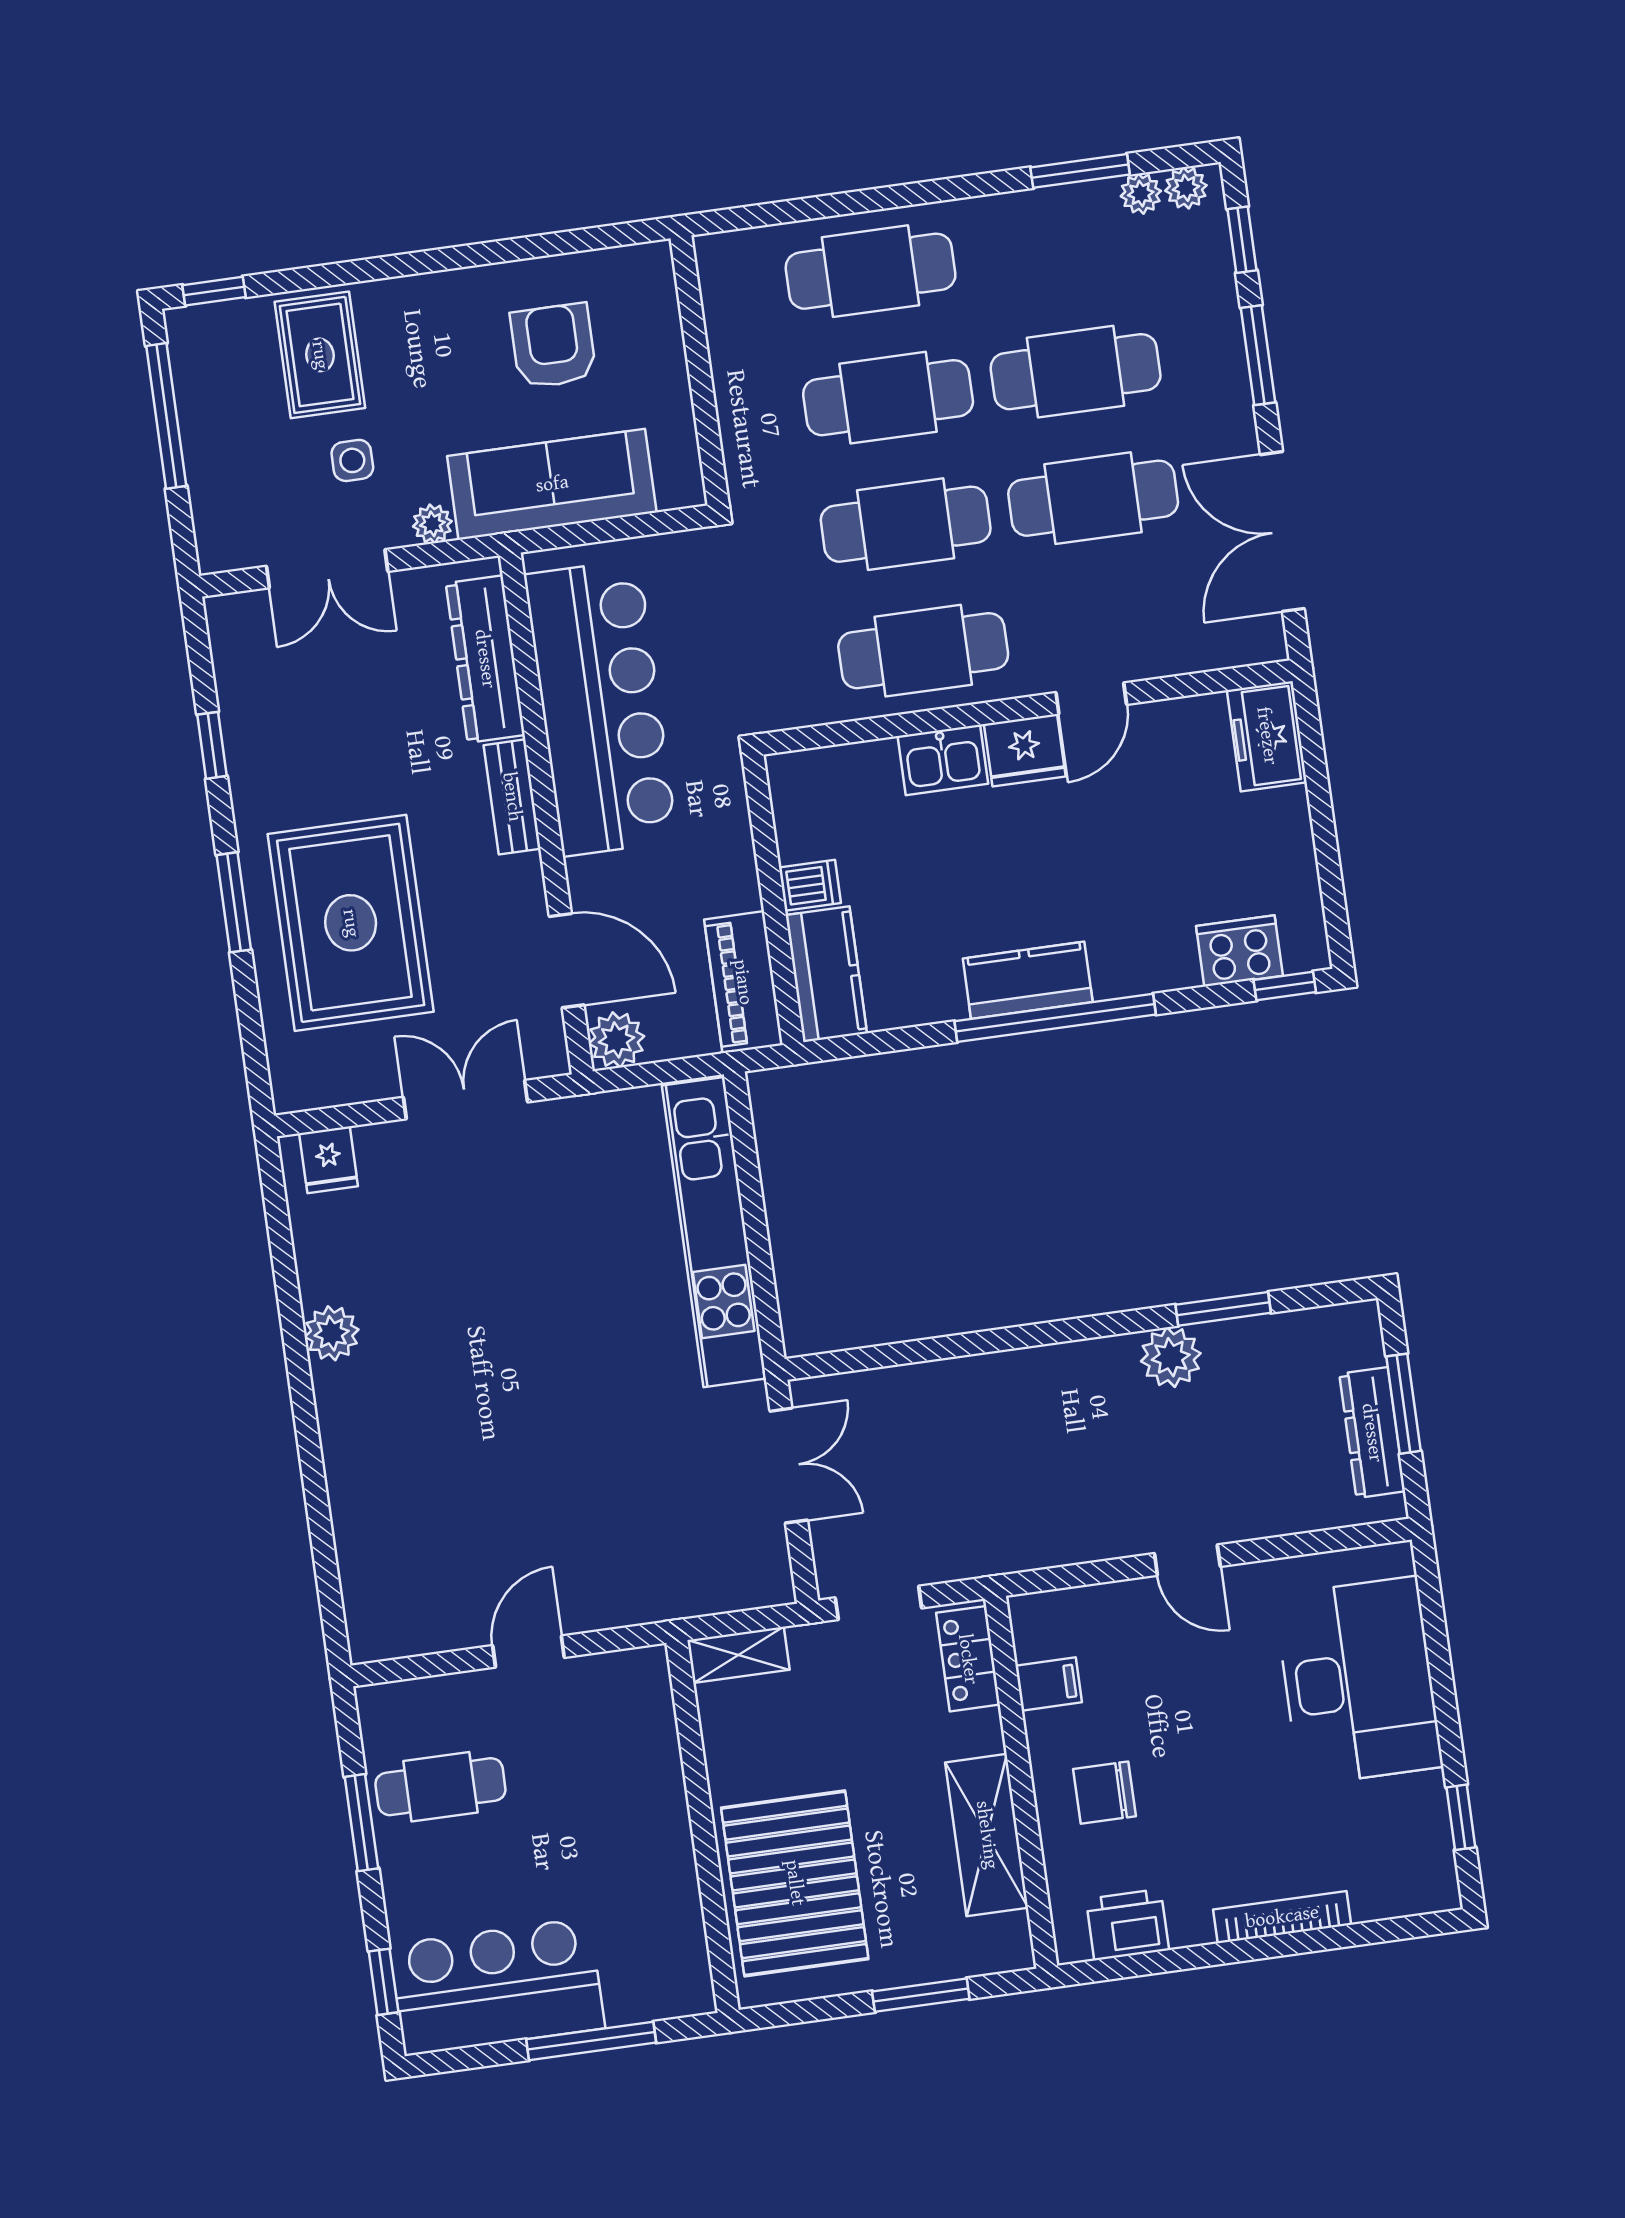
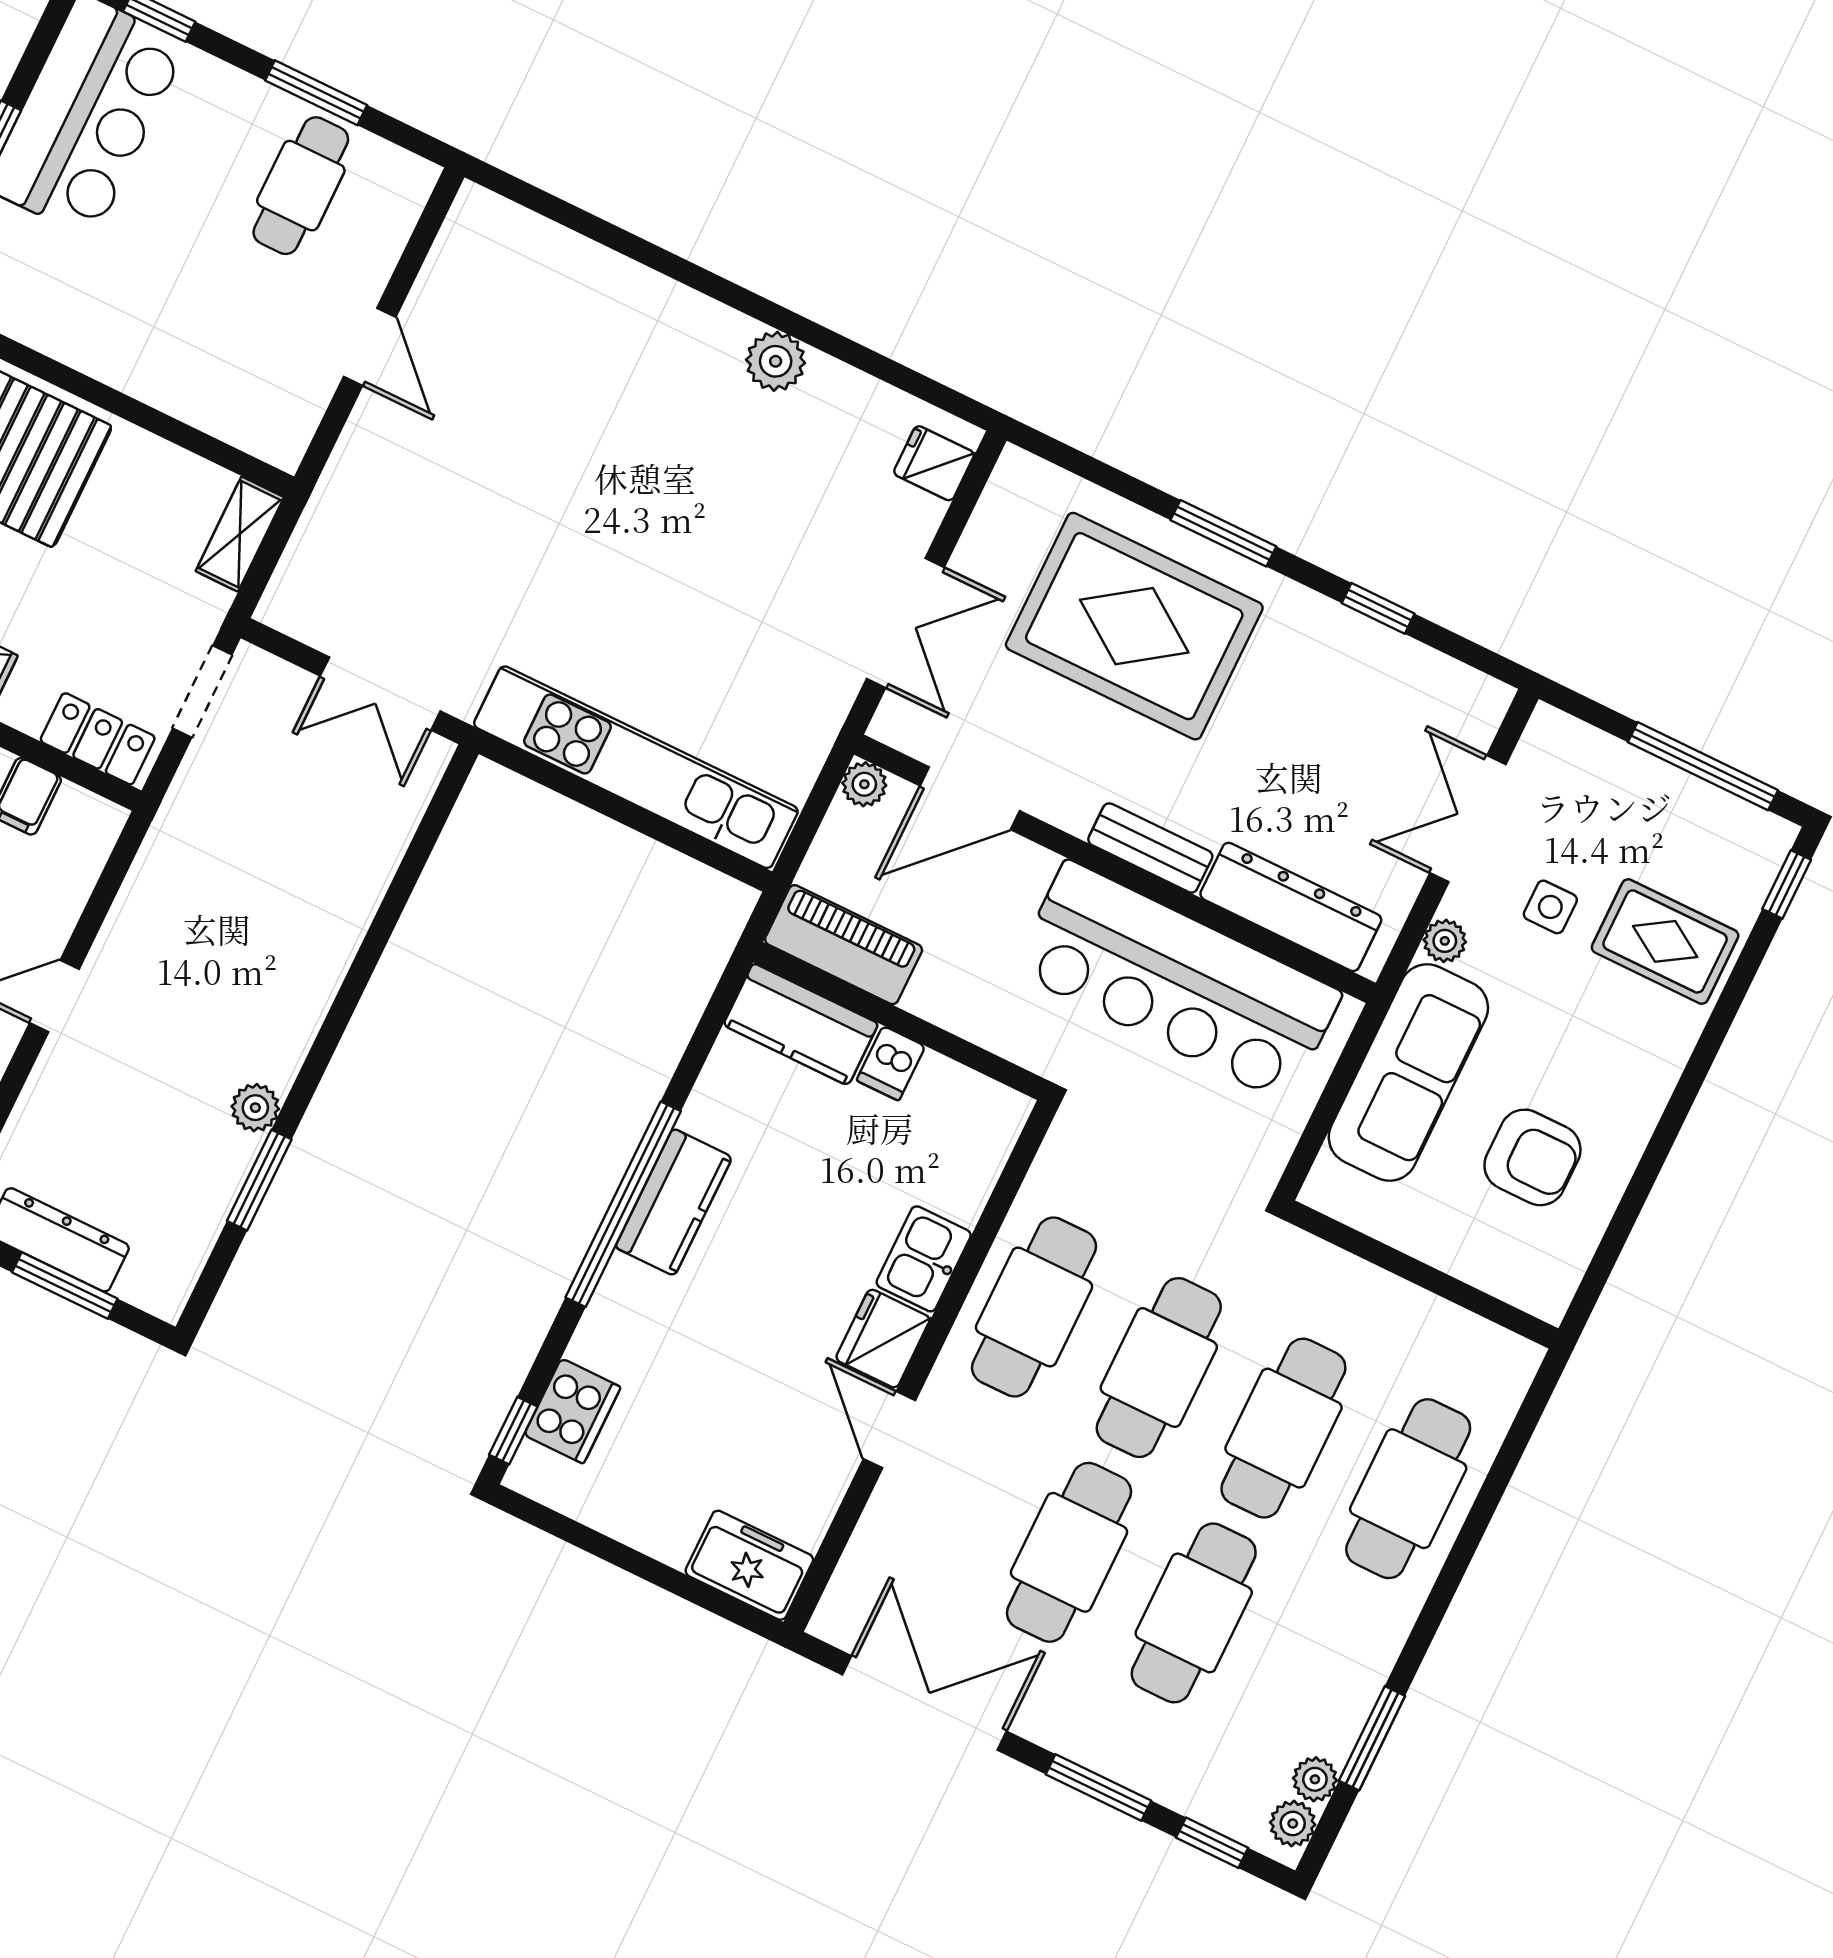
plant: (616, 1040) -> (864, 784), width x0.73, depth x0.73
plant: (1171, 1357) -> (255, 1108), width x0.73, depth x0.73

